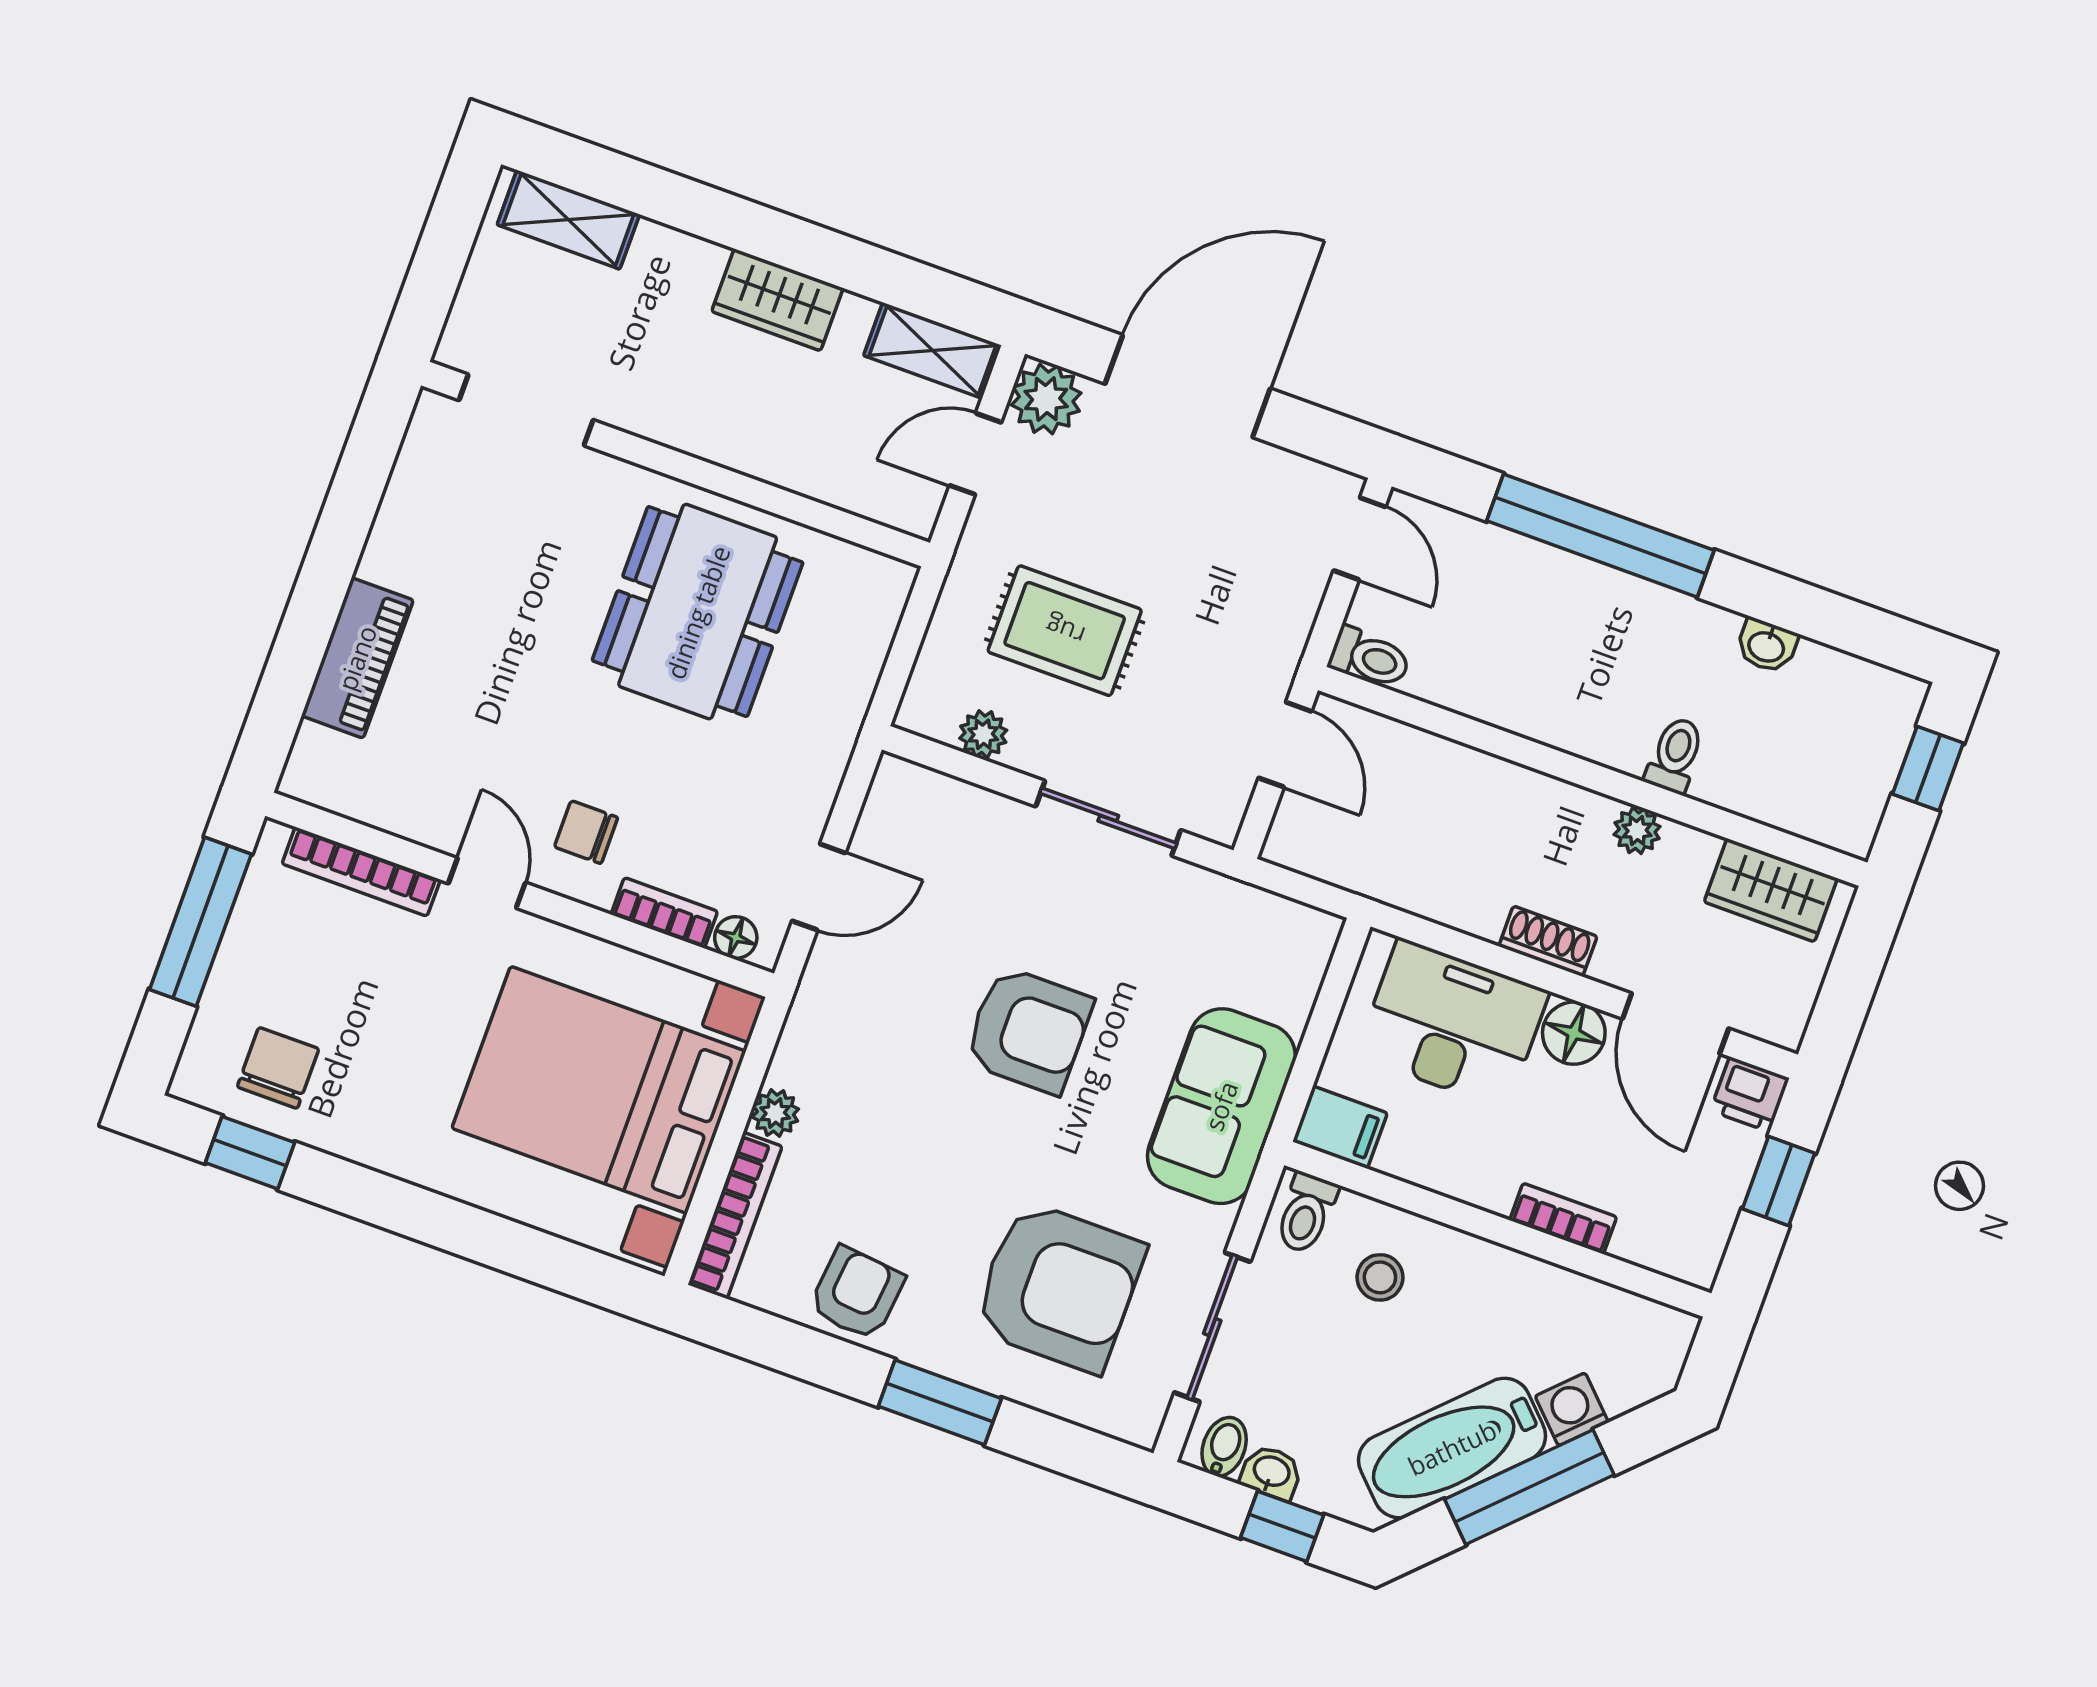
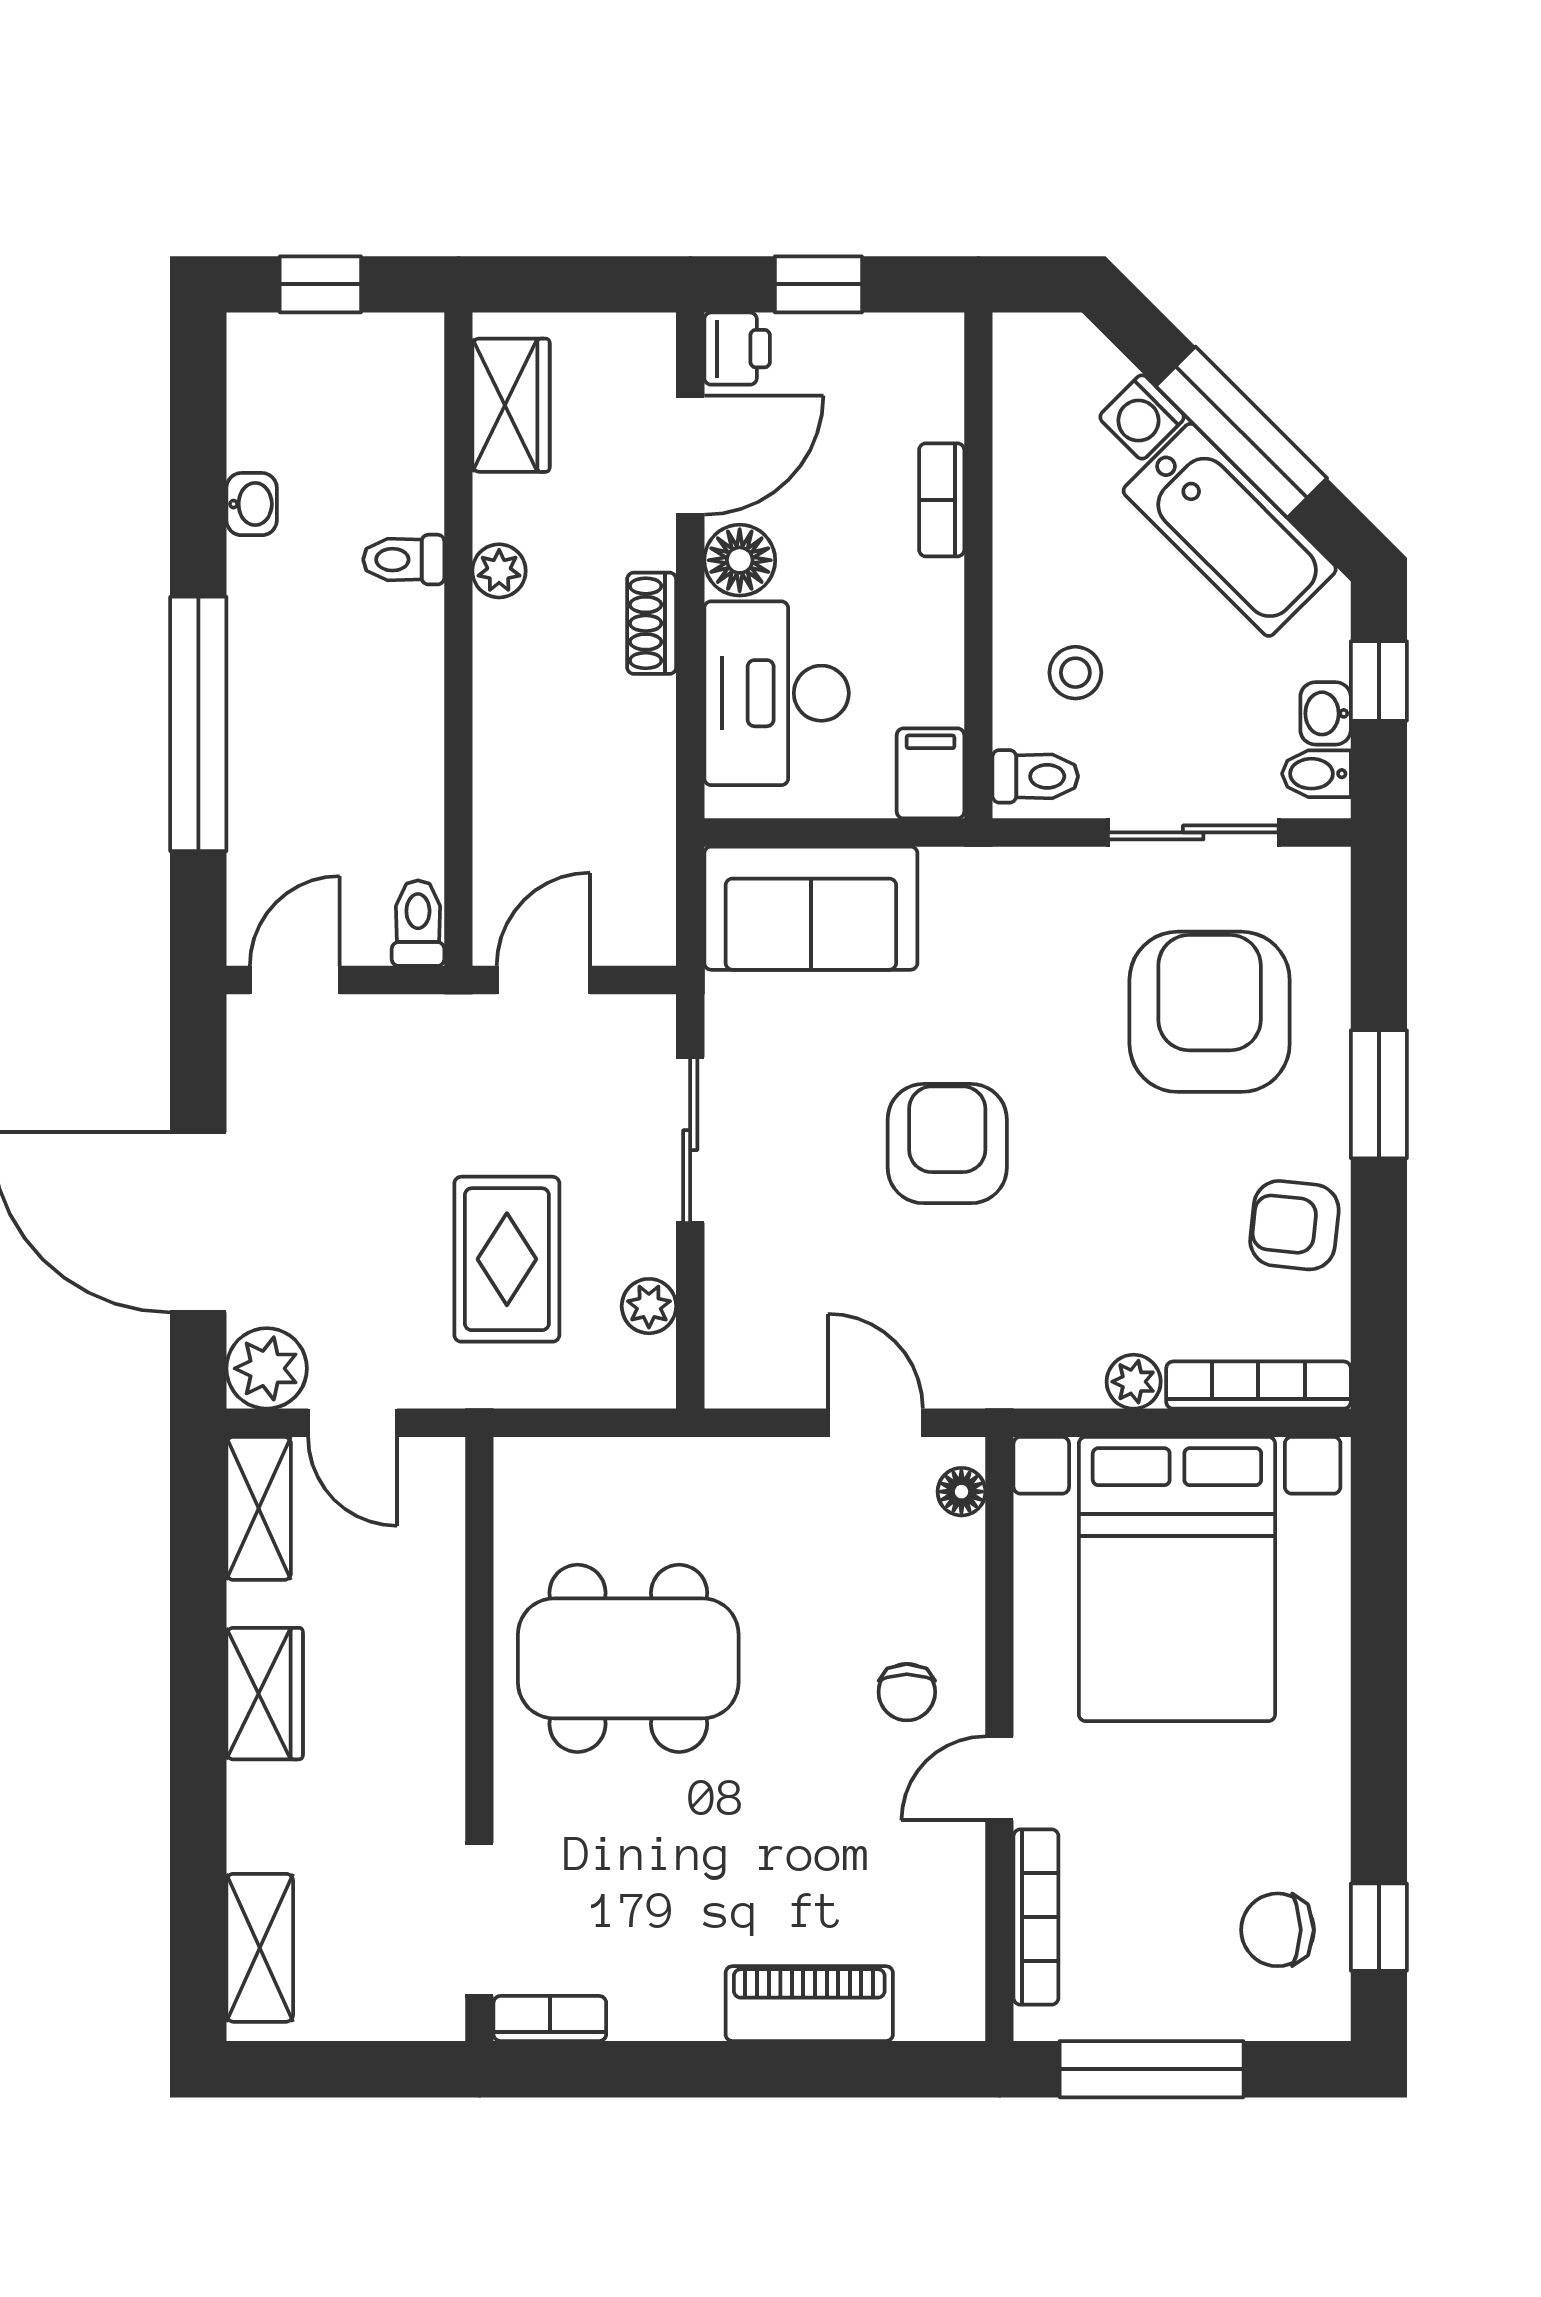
bookcase: (664, 913) -> (550, 2019), moved, turned 90
sofa: (1221, 1106) -> (811, 908), moved

